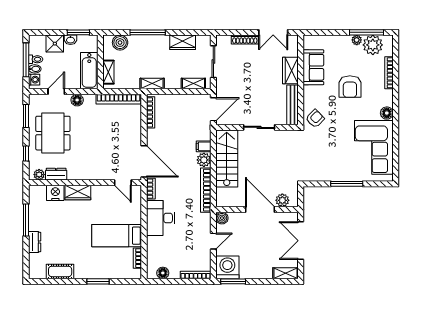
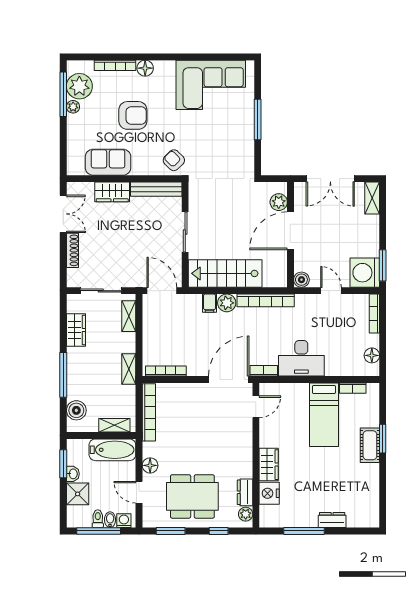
floor lamp: (387, 113) -> (145, 68), moved
cot: (60, 271) -> (370, 445), moved

